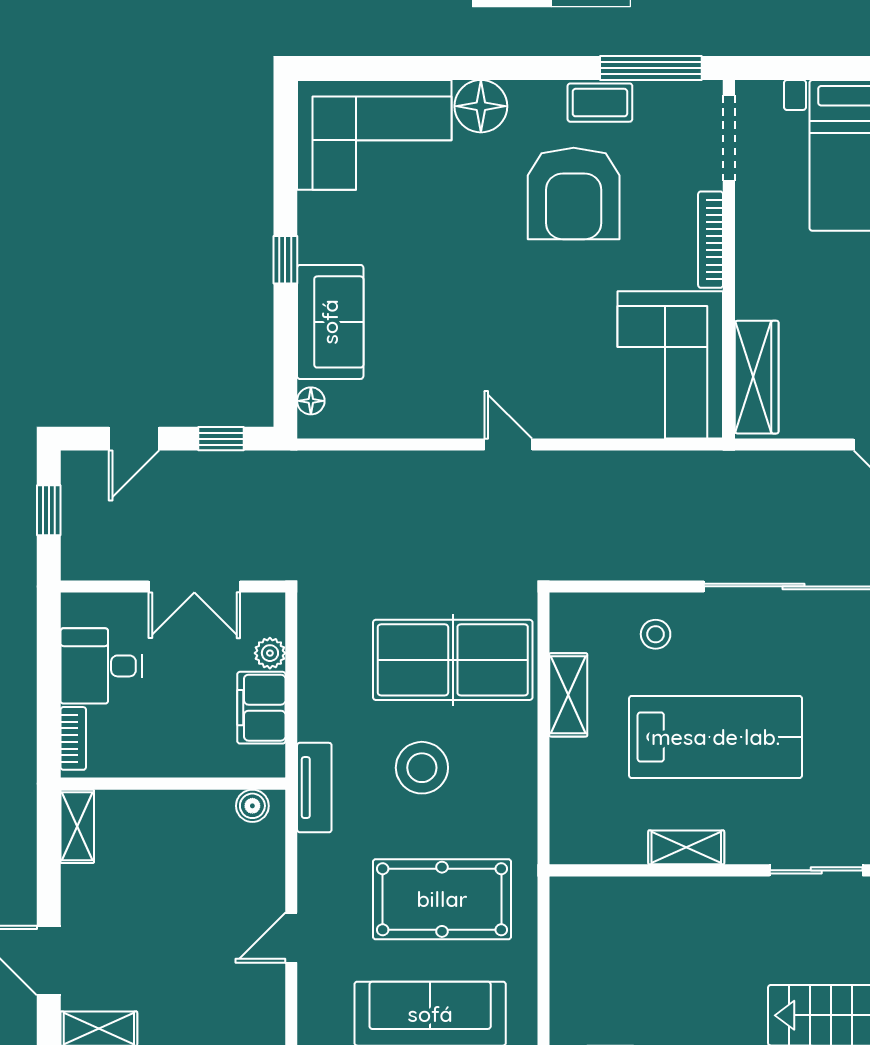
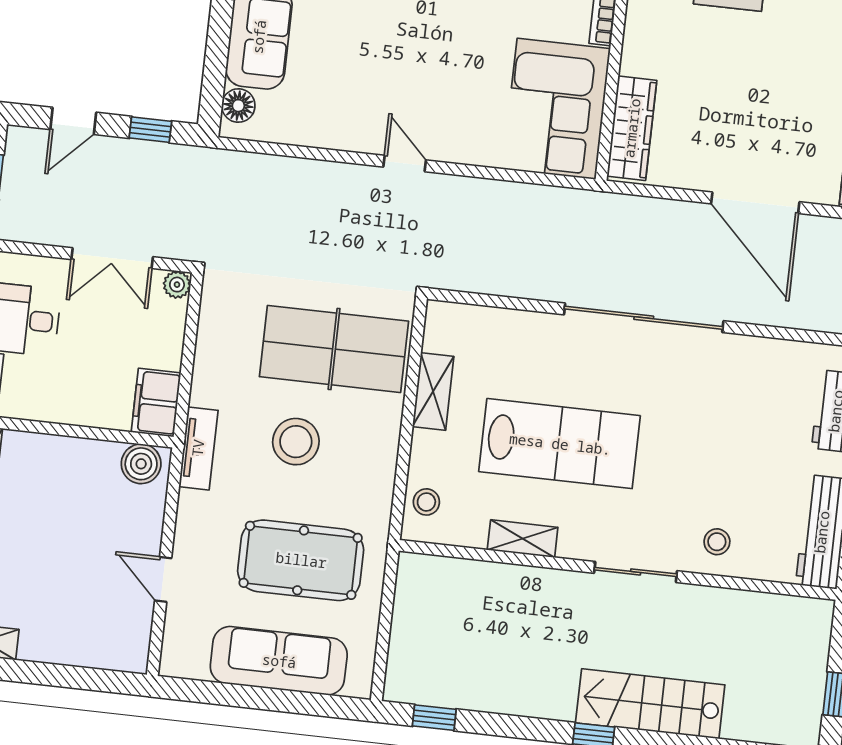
floor lamp: (311, 401) -> (238, 106), width x1.37, depth x1.37
stool: (656, 634) -> (426, 502), moved
plant: (270, 653) -> (177, 285), moved
filing cabinet: (261, 708) -> (156, 403), moved
boiler: (252, 806) -> (141, 464), width x1.36, depth x1.36
door: (291, 938) -> (163, 579), hinge flipped

